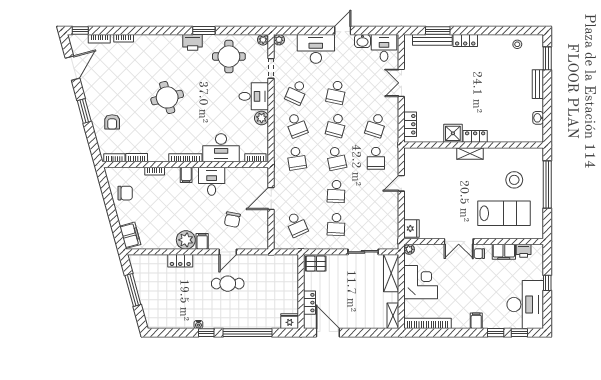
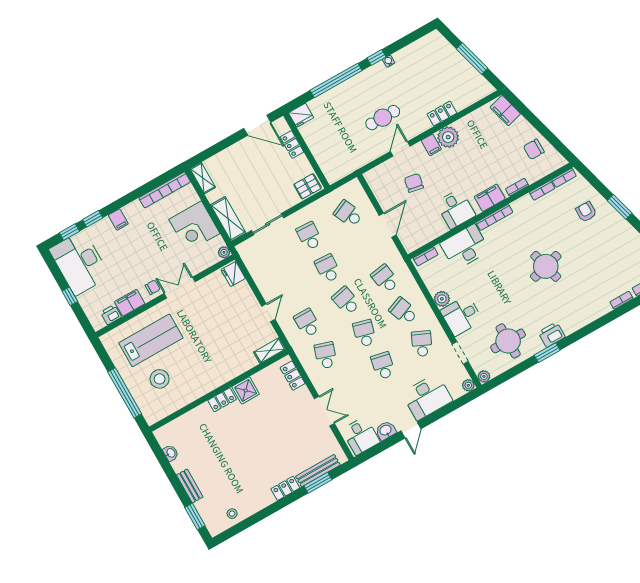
shelving: (470, 154) -> (270, 351), moved
filing cabinet: (186, 175) -> (490, 198), width x2.00
lab bench: (504, 213) -> (151, 340), turned 180

